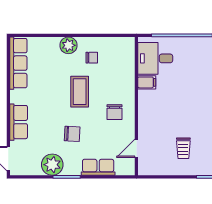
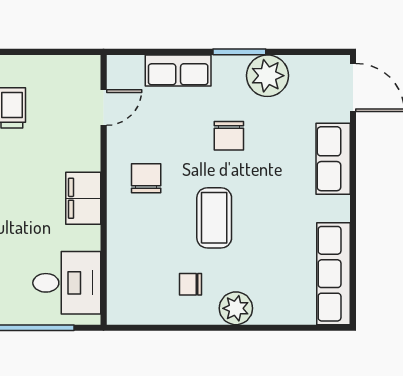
filing cabinet: (147, 82) -> (83, 198), moved, width x2.00
chair: (72, 134) -> (229, 136), turned -93

